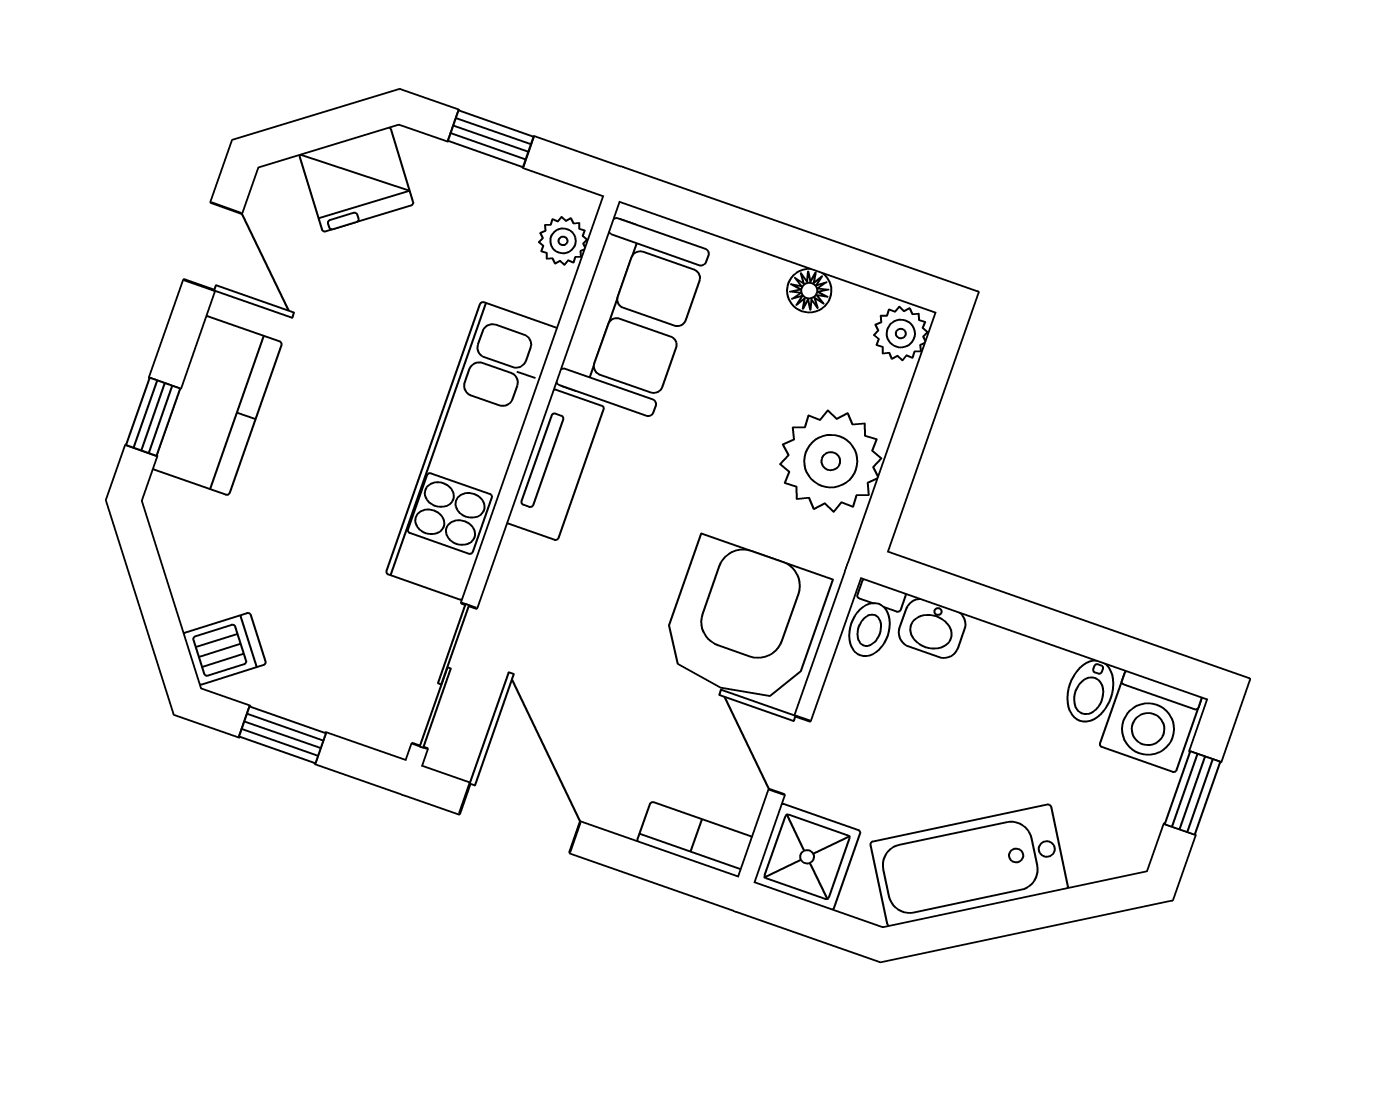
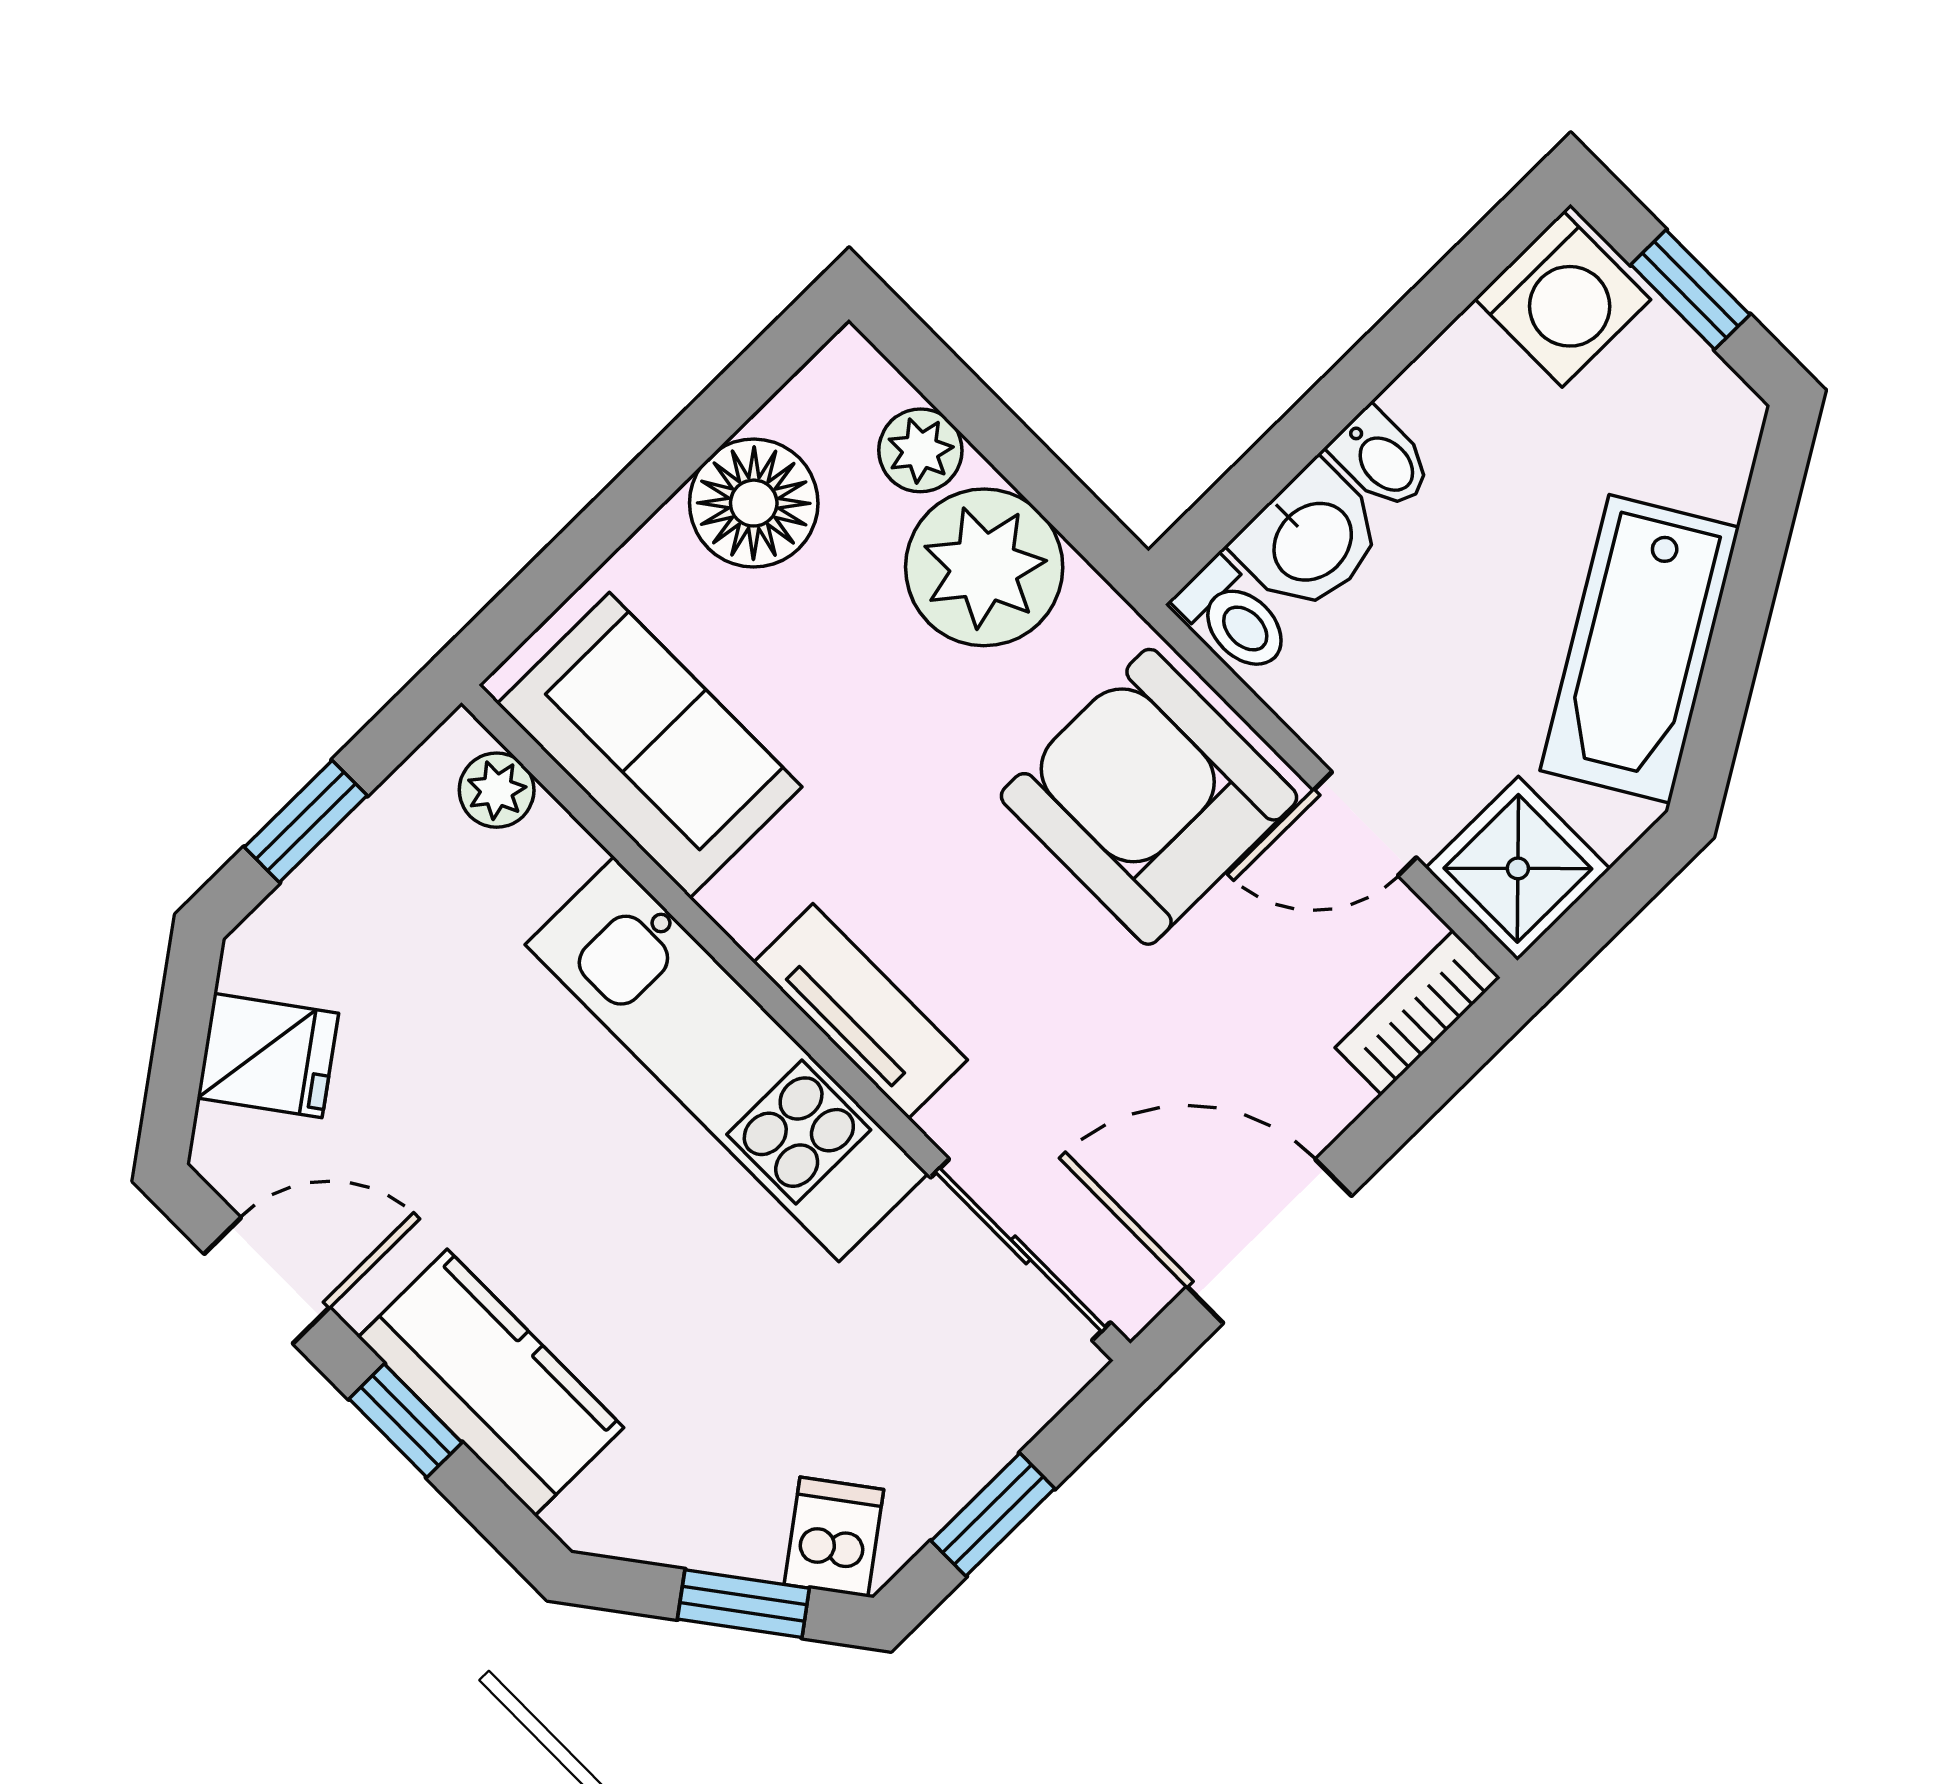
fridge: (356, 179) -> (268, 1056), width x0.72
floor lamp: (809, 291) -> (754, 503), width x1.89, depth x1.89
plant: (901, 334) -> (920, 450), moved
window: (153, 417) -> (406, 1421), moved
tv unit: (555, 465) -> (860, 1011), moved
window: (160, 615) -> (743, 1604), added
washbasin: (932, 628) -> (1310, 539), width x1.38, depth x1.45
bidet: (1090, 691) -> (1382, 459), moved

